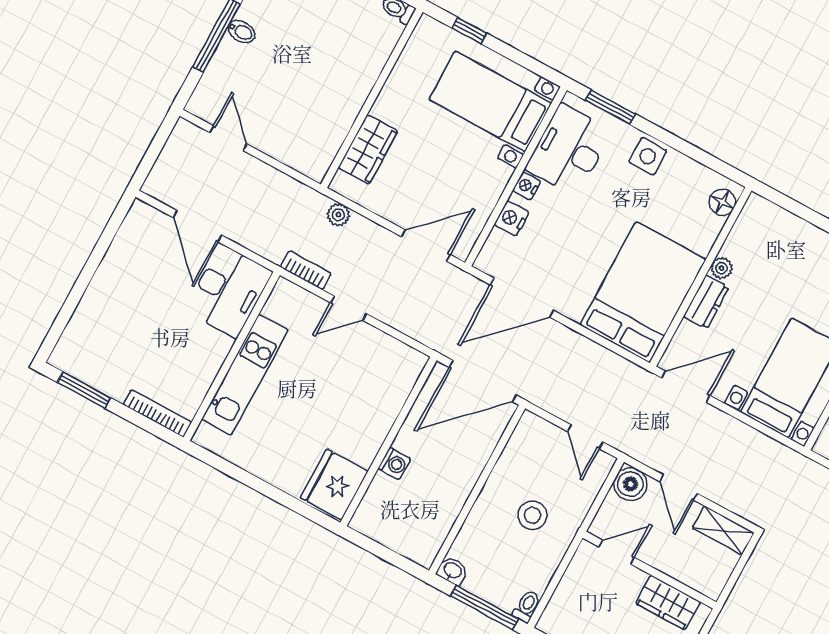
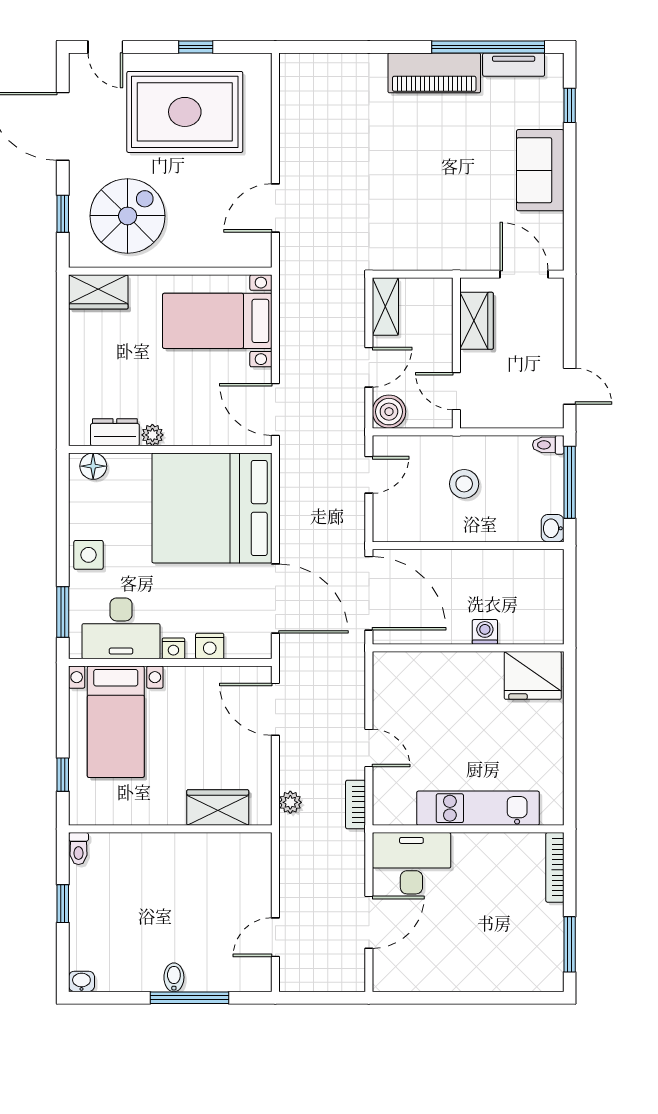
bed: (643, 292) -> (212, 508), width x1.36
dresser: (706, 302) -> (115, 432), moved

